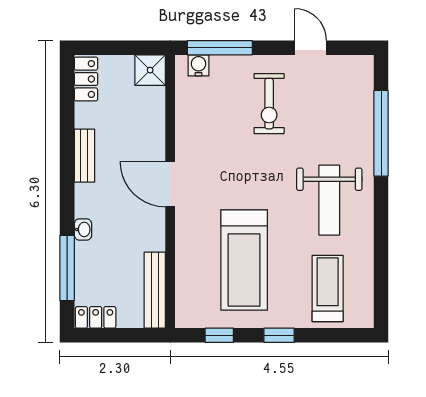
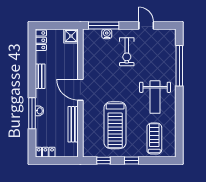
water cooler: (199, 65) -> (107, 34), moved
window: (67, 268) -> (32, 113), moved
bench: (155, 290) -> (73, 124), moved

